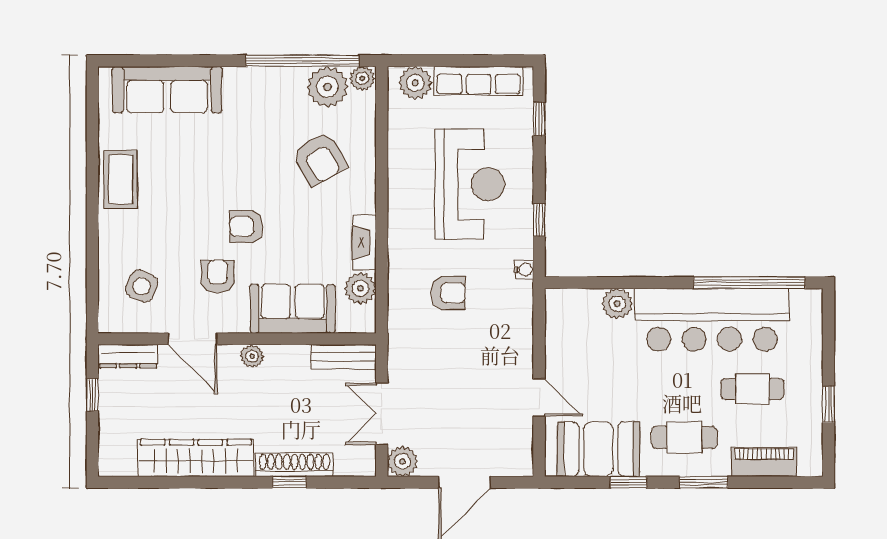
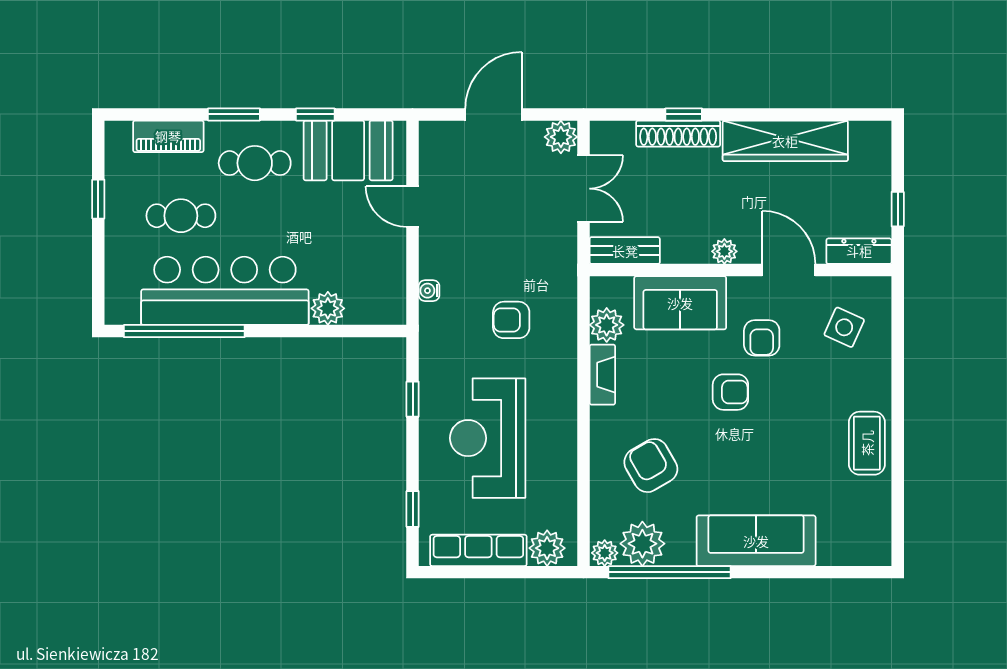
sofa: (167, 90) -> (756, 541), moved
water cooler: (524, 269) -> (429, 291), moved

